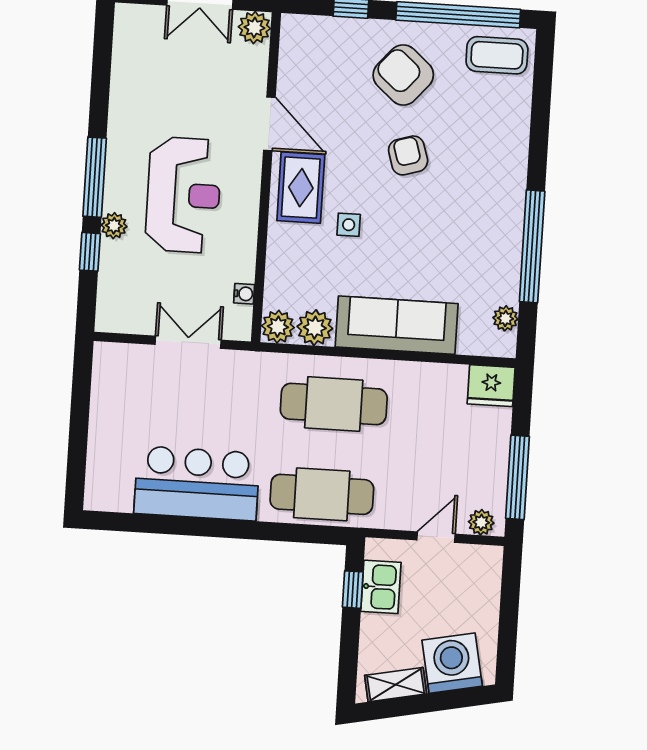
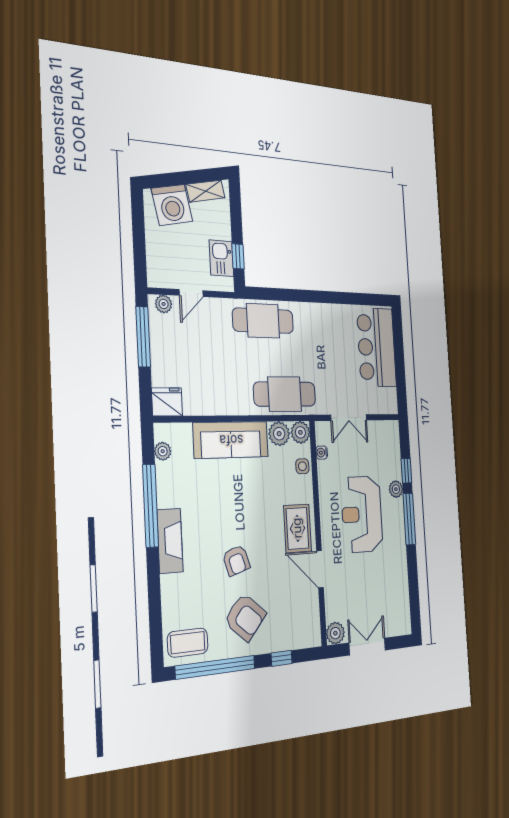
fireplace: (508, 196) -> (170, 541), added
side table: (349, 225) -> (302, 466), moved
cafe table: (334, 404) -> (285, 394), moved
bar counter: (197, 483) -> (377, 347), moved, turned 90

